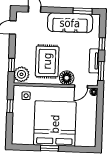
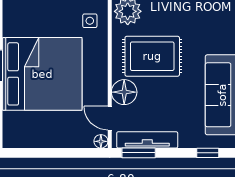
window: (102, 44) -> (208, 153), moved
tv unit: (94, 61) -> (147, 140), width x1.41

